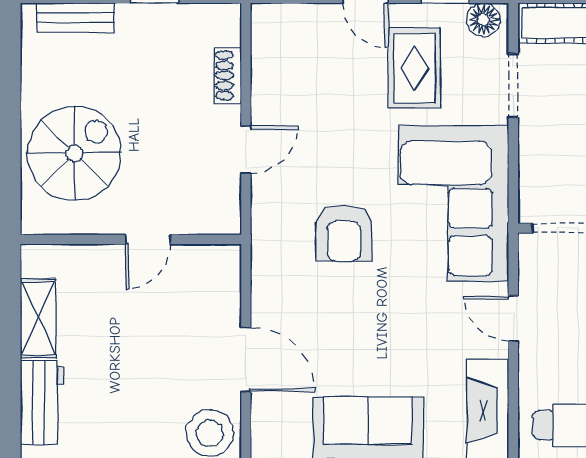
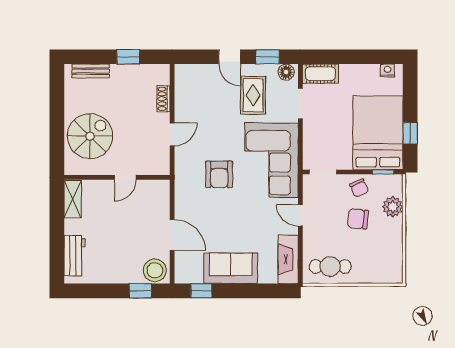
shelving: (38, 318) -> (73, 199), moved

